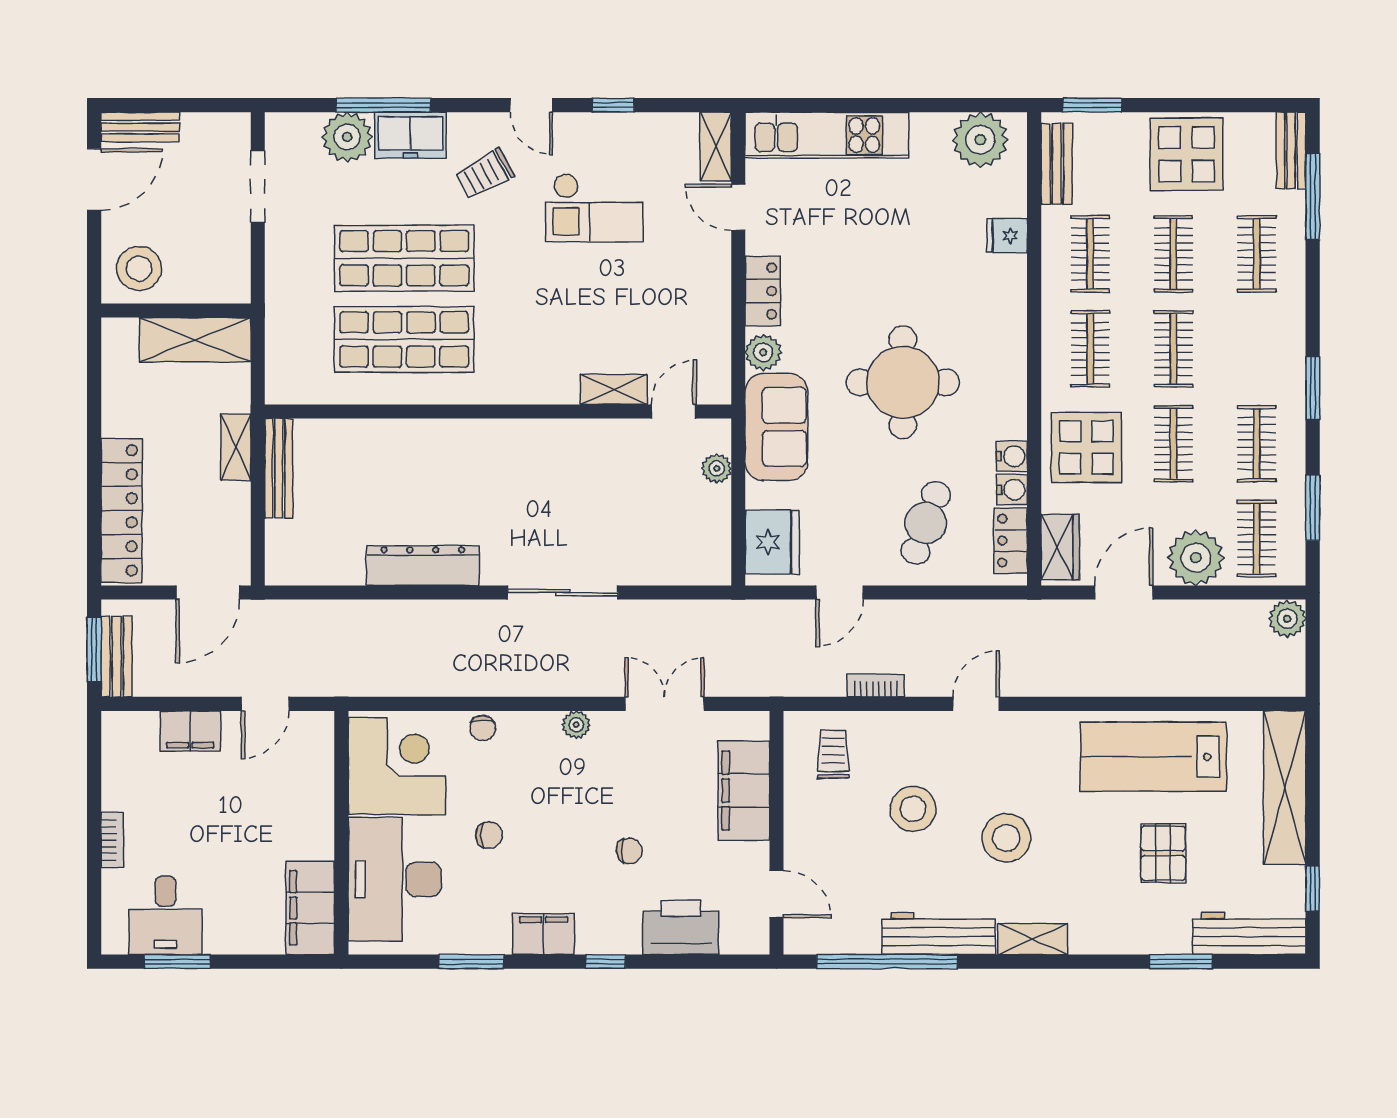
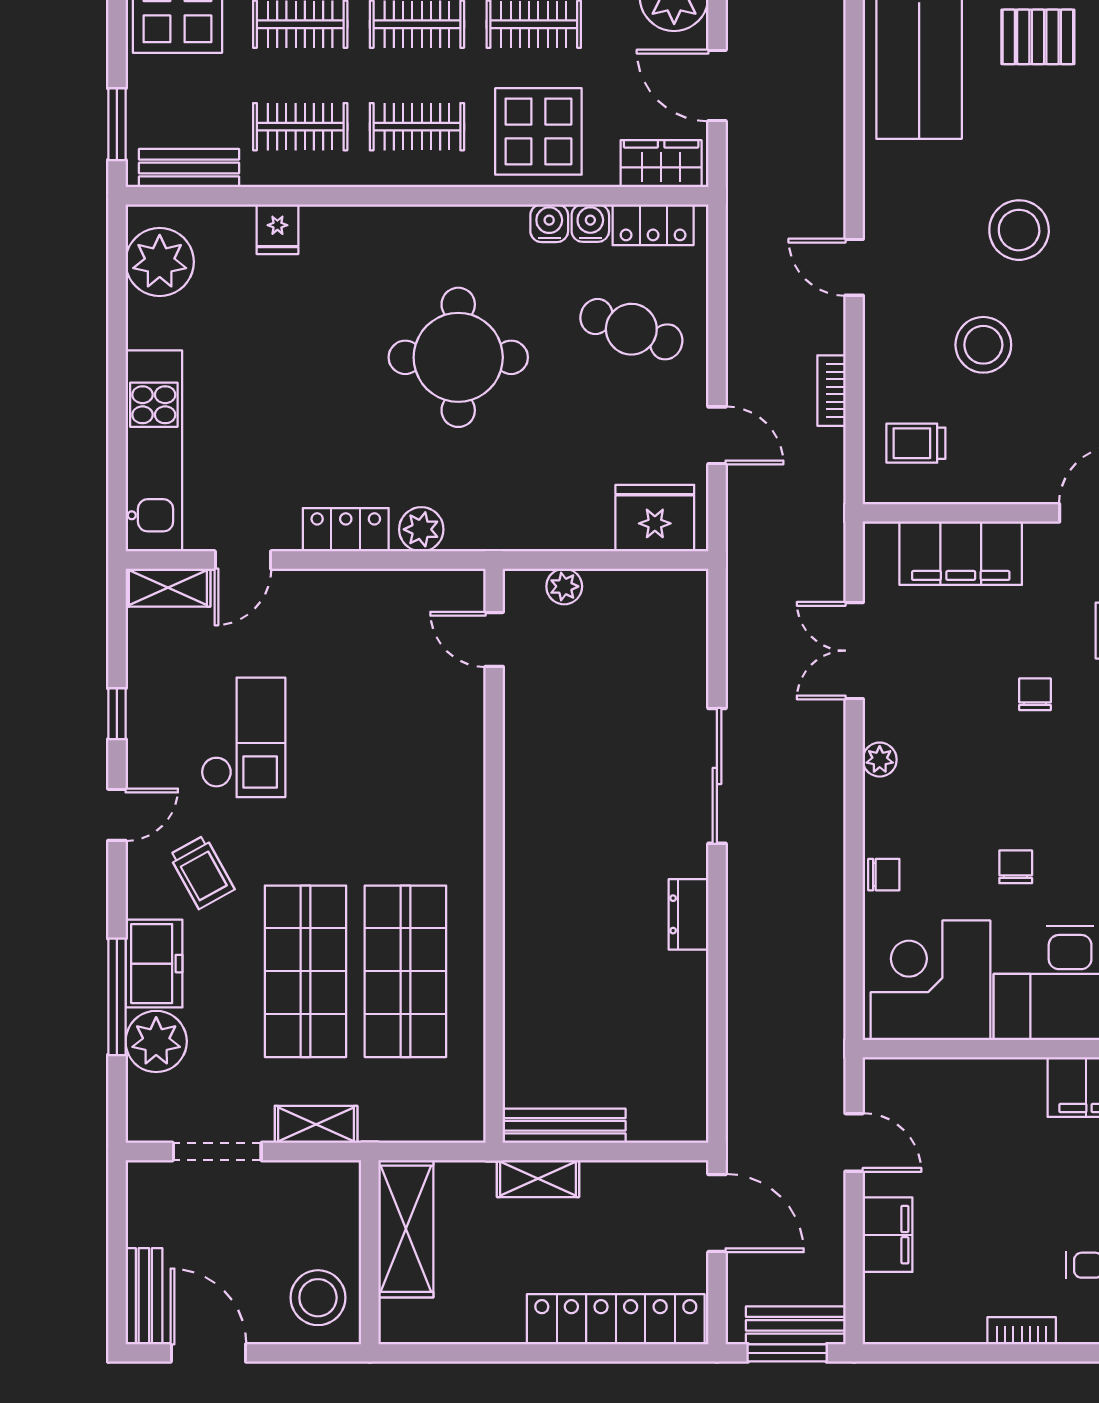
shelving: (614, 389) -> (316, 1124), moved, turned 90
sofa: (776, 427) -> (513, 513), removed
dresser: (423, 566) -> (689, 914), width x0.51, depth x0.80

